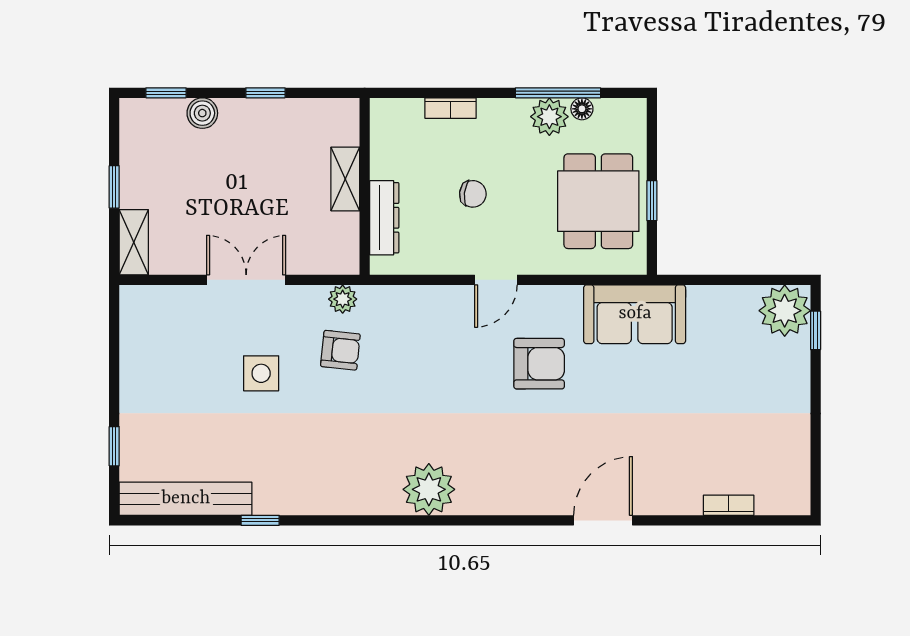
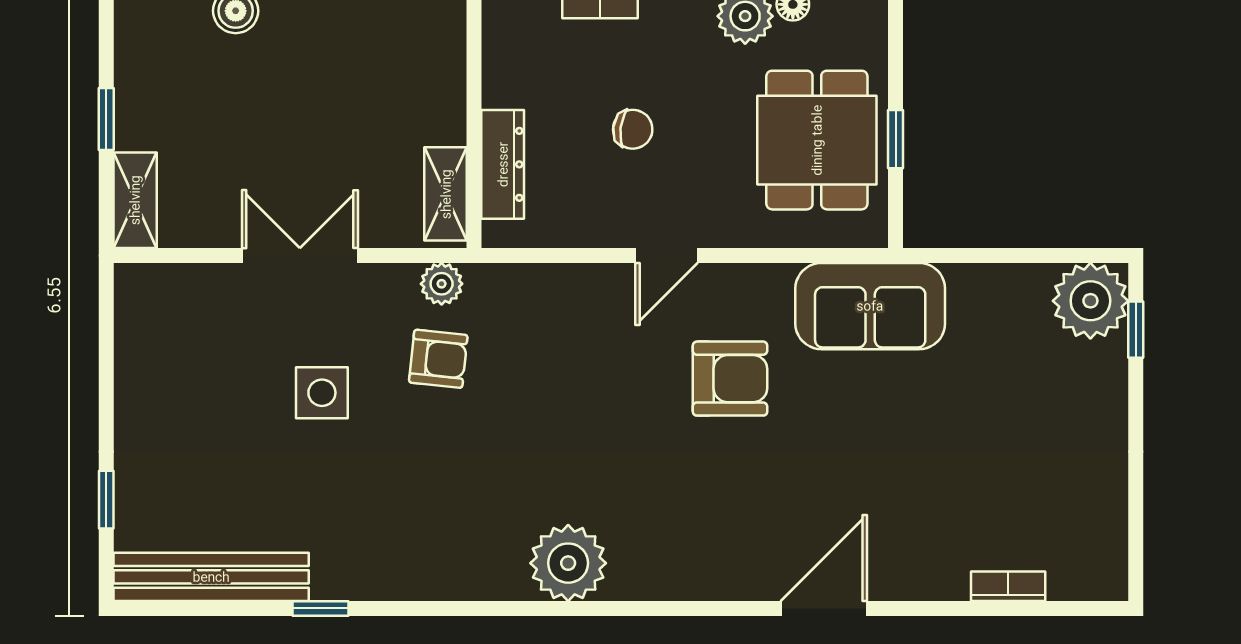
shelving: (345, 179) -> (446, 194), moved

